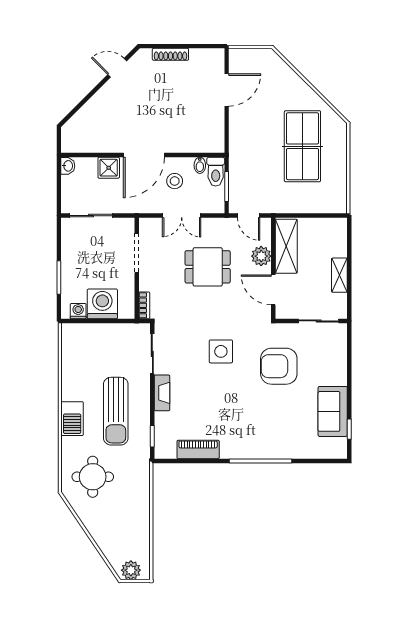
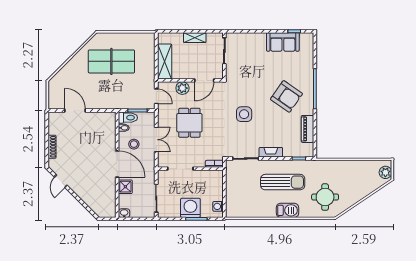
door: (249, 216) -> (156, 96), hinge flipped
shelving: (286, 246) -> (165, 61), moved, turned 90
washing machine: (102, 304) -> (190, 208), moved, turned 90
armchair: (279, 366) -> (286, 96), moved, turned -55

